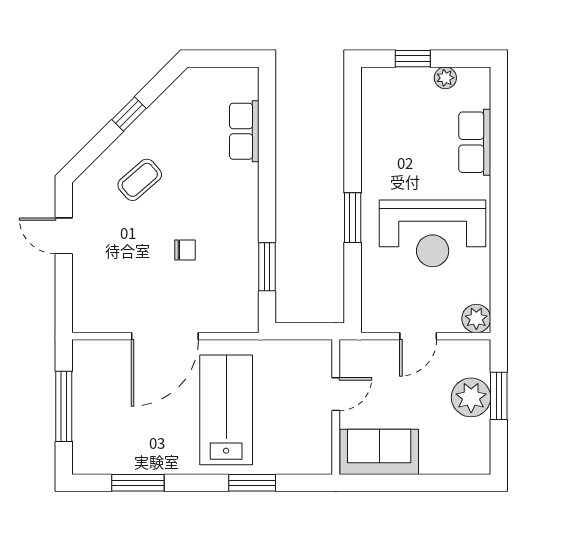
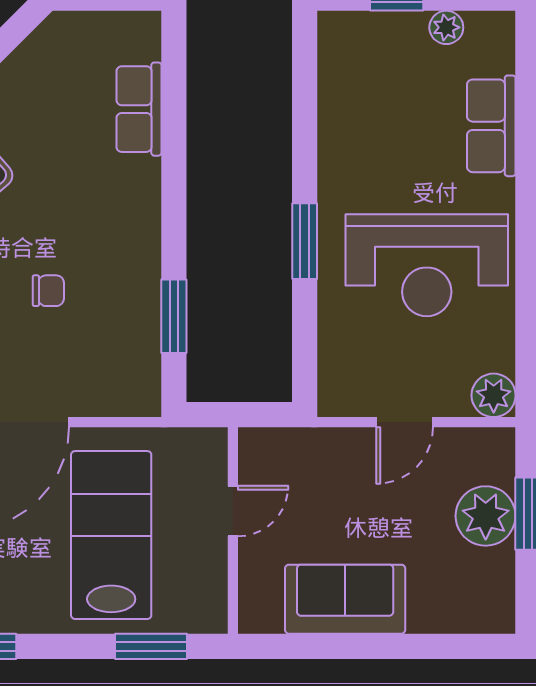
door: (336, 394) -> (233, 511), moved
wall: (336, 407) -> (233, 531), moved

